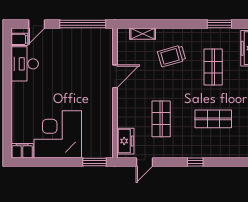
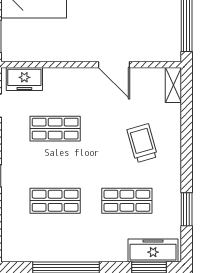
shelving: (143, 34) -> (173, 85), moved
shop shelf: (213, 119) -> (55, 201), turned 90

